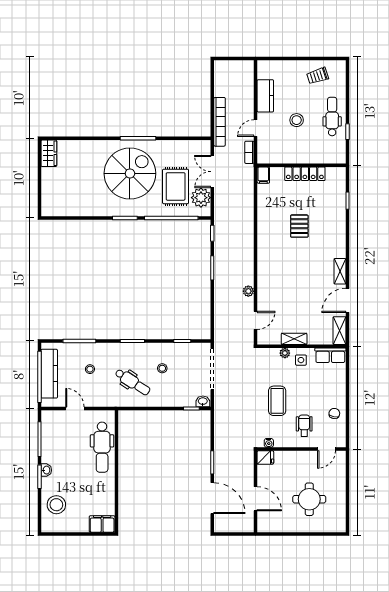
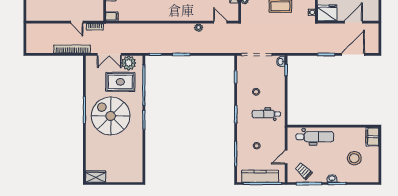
kitchen counter: (265, 96) -> (53, 15), removed
dental chair: (133, 382) -> (266, 114), turned -123
trolley: (56, 432) -> (304, 171), added
fridge: (265, 457) -> (327, 13), width x1.88, depth x1.34
stool: (56, 505) -> (354, 158), moved

